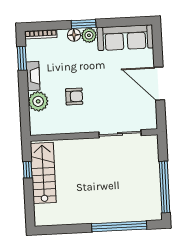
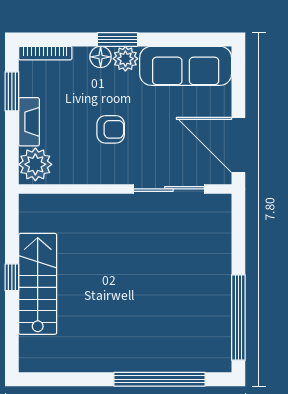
armchair: (74, 96) -> (111, 129), moved
sliding door: (120, 134) -> (169, 189), moved
wall: (94, 135) -> (125, 189), moved

